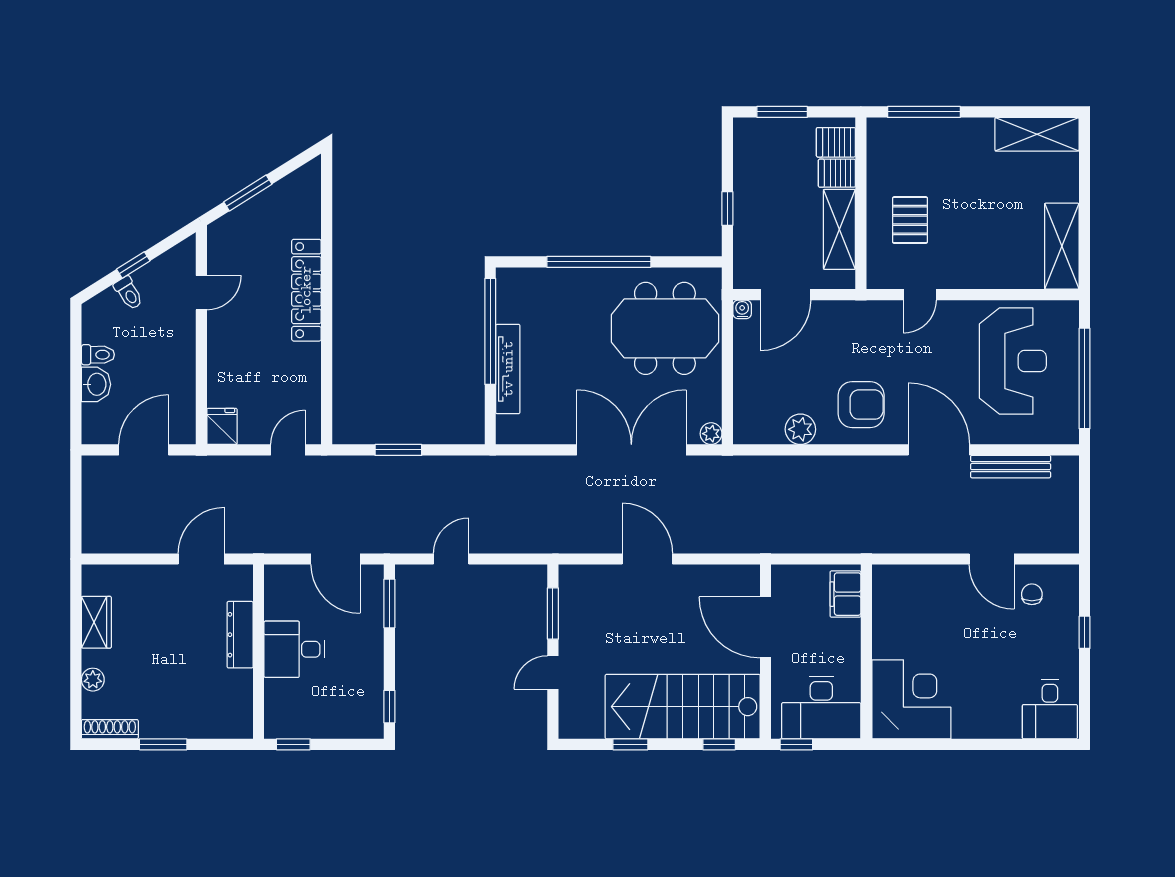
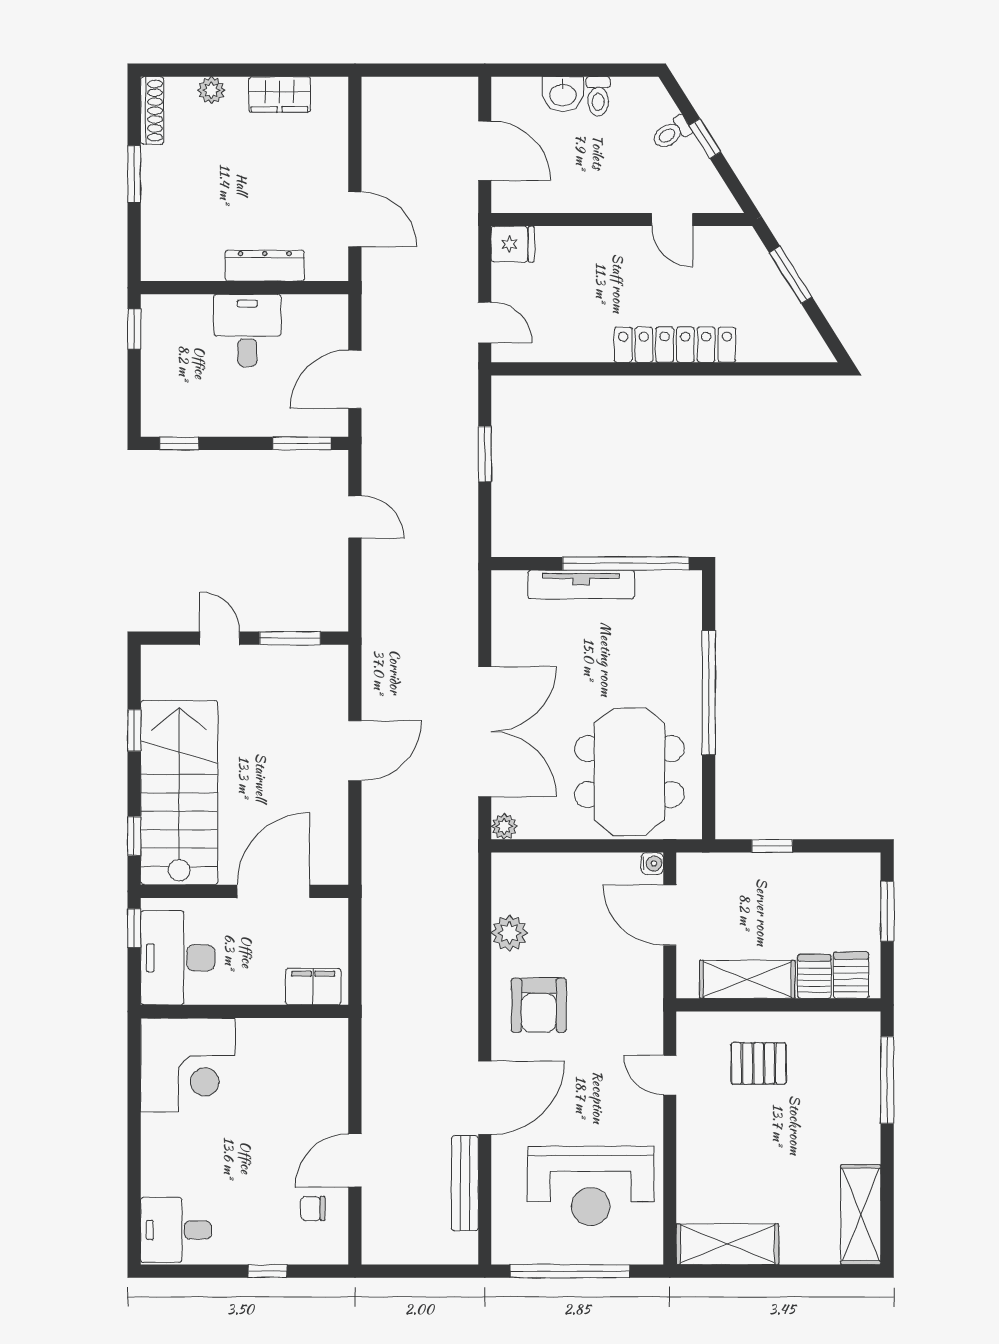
chair: (1032, 594) -> (313, 1209), turned 180

